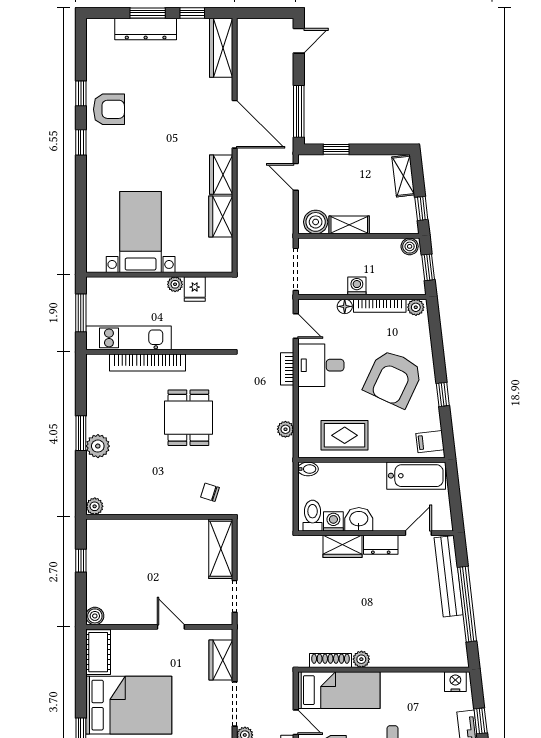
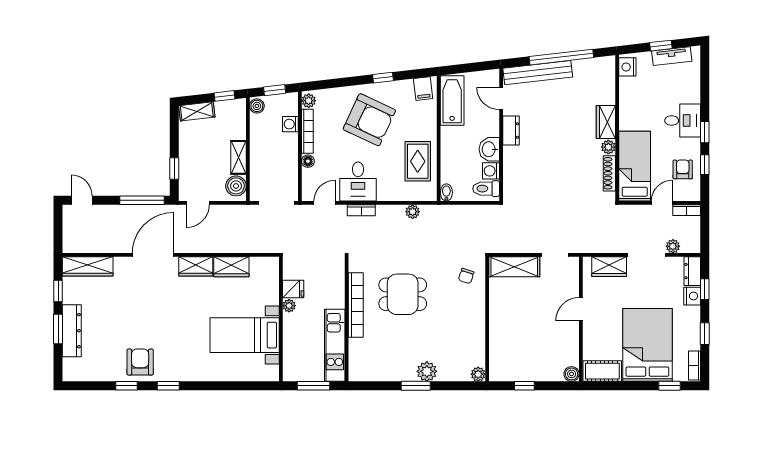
washing machine: (357, 286) -> (290, 124), moved
bookcase: (148, 363) -> (356, 305), moved
wardrobe: (343, 546) -> (606, 122), moved, turned 180

